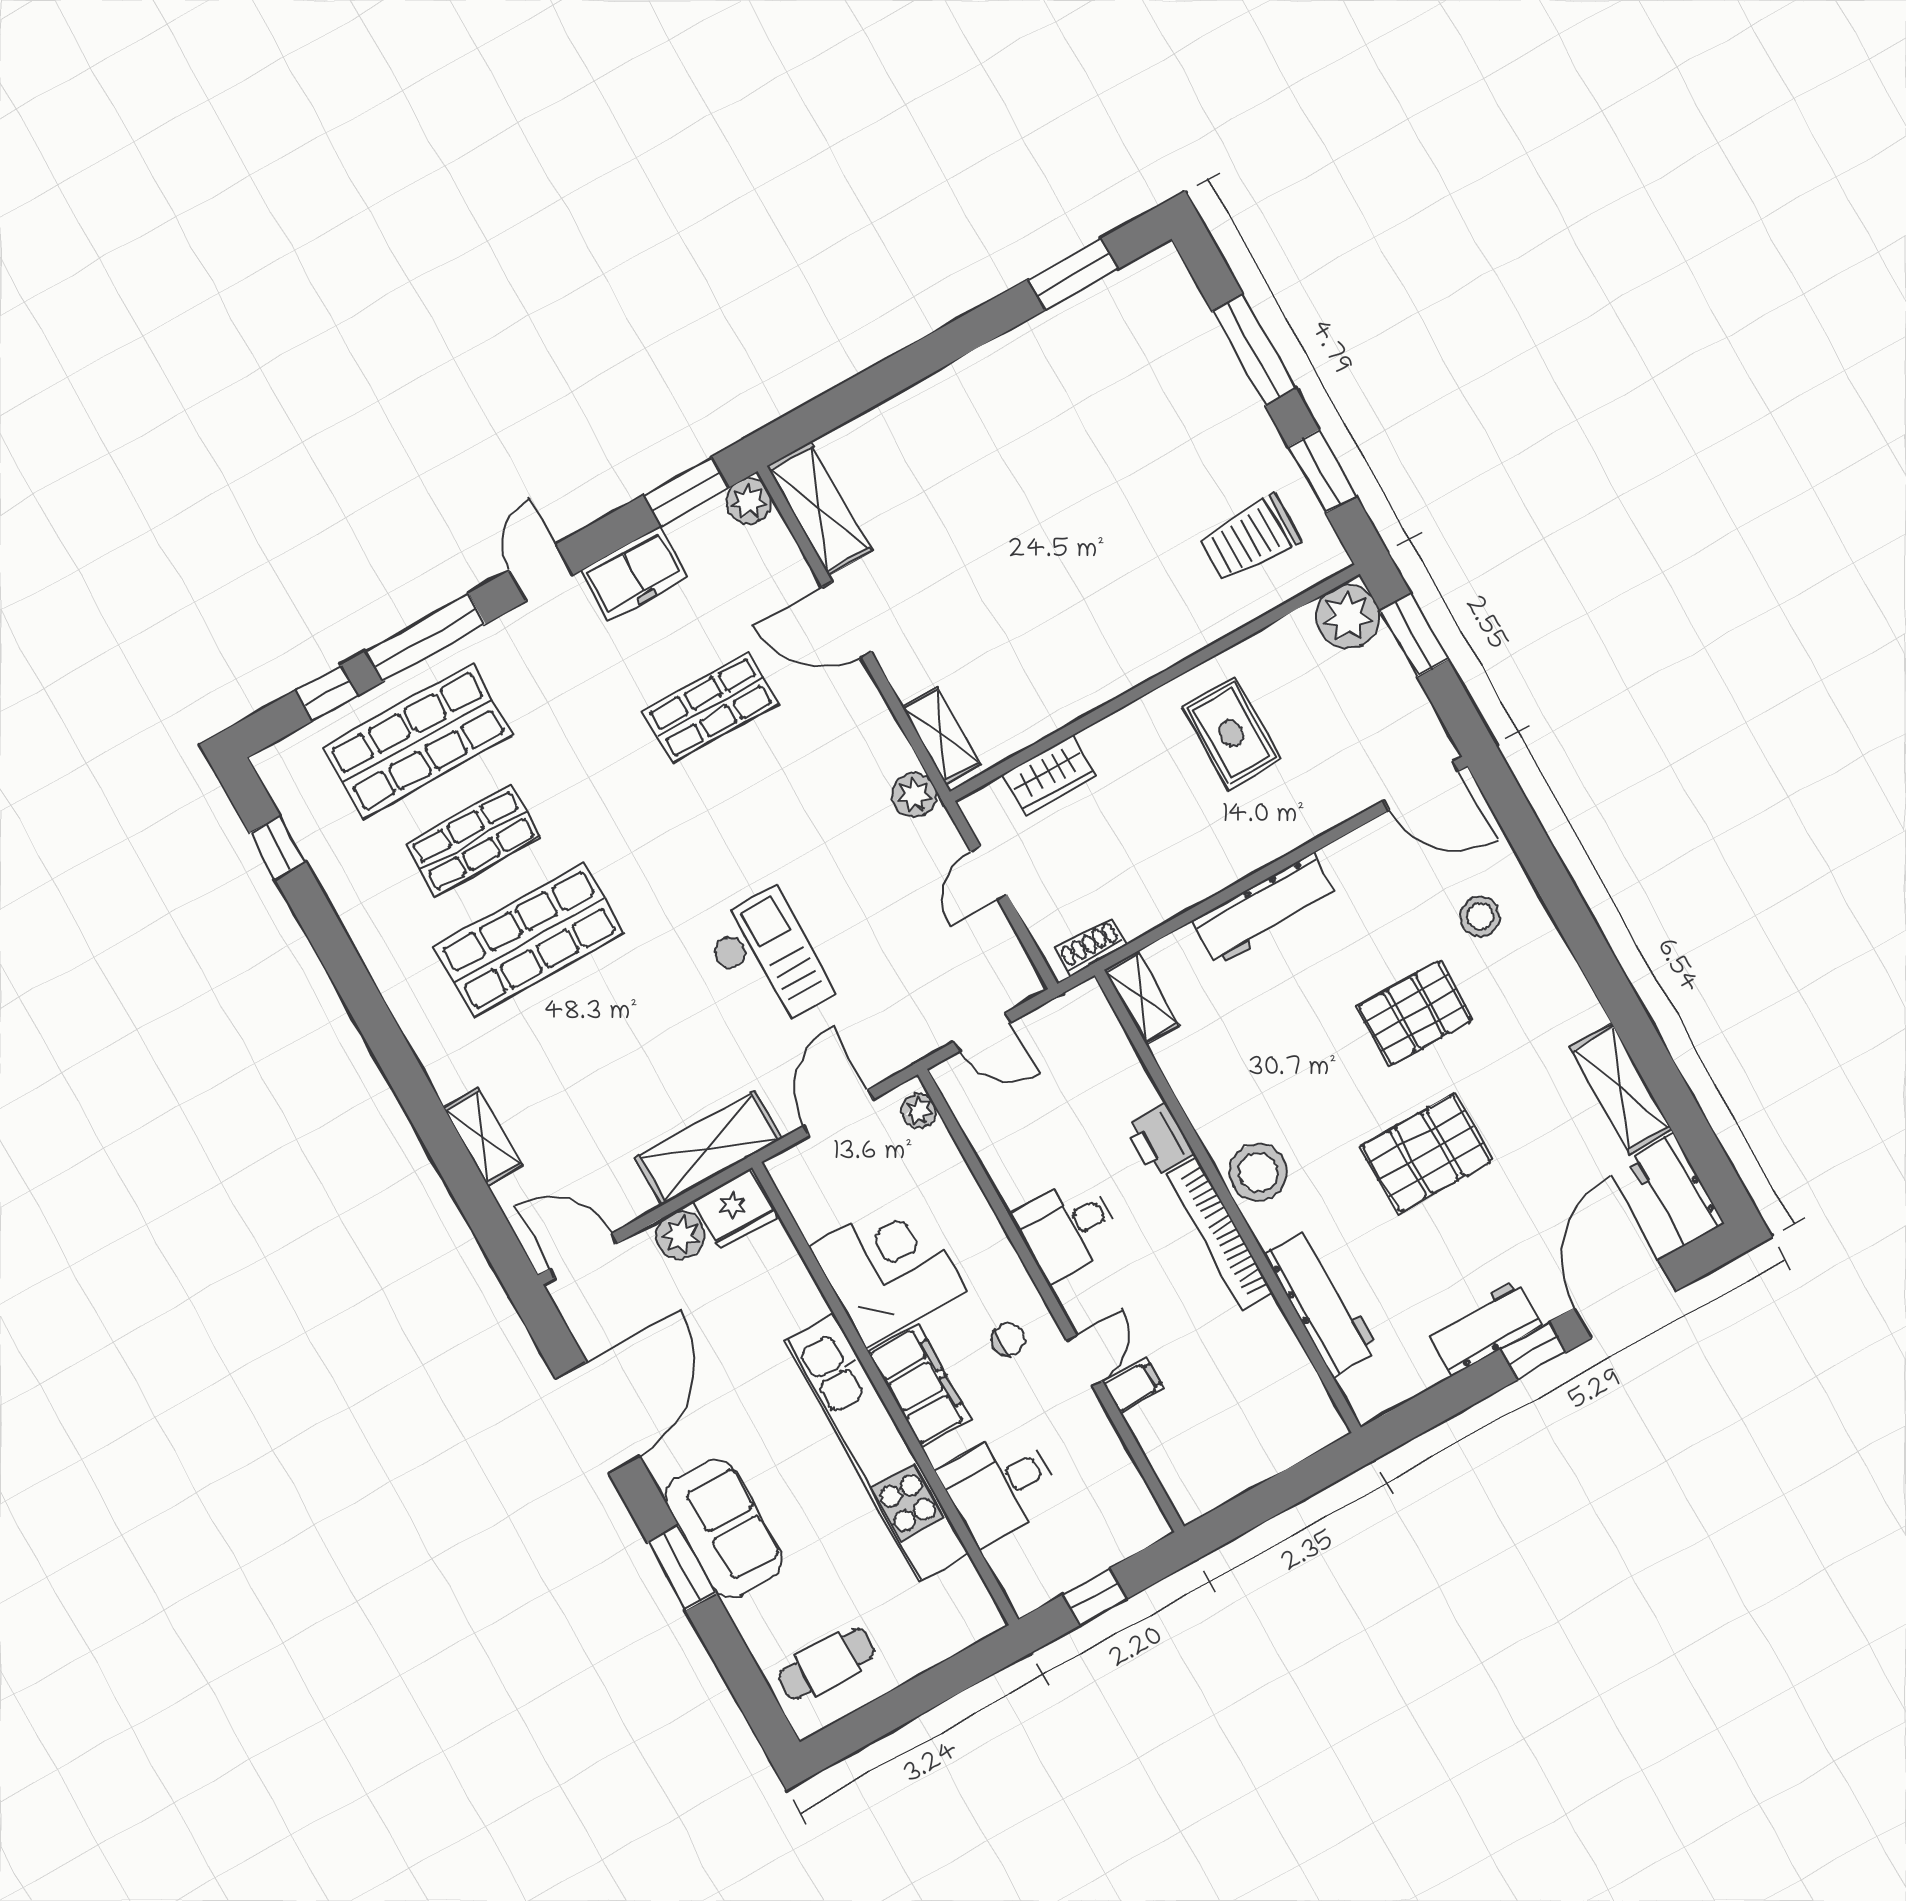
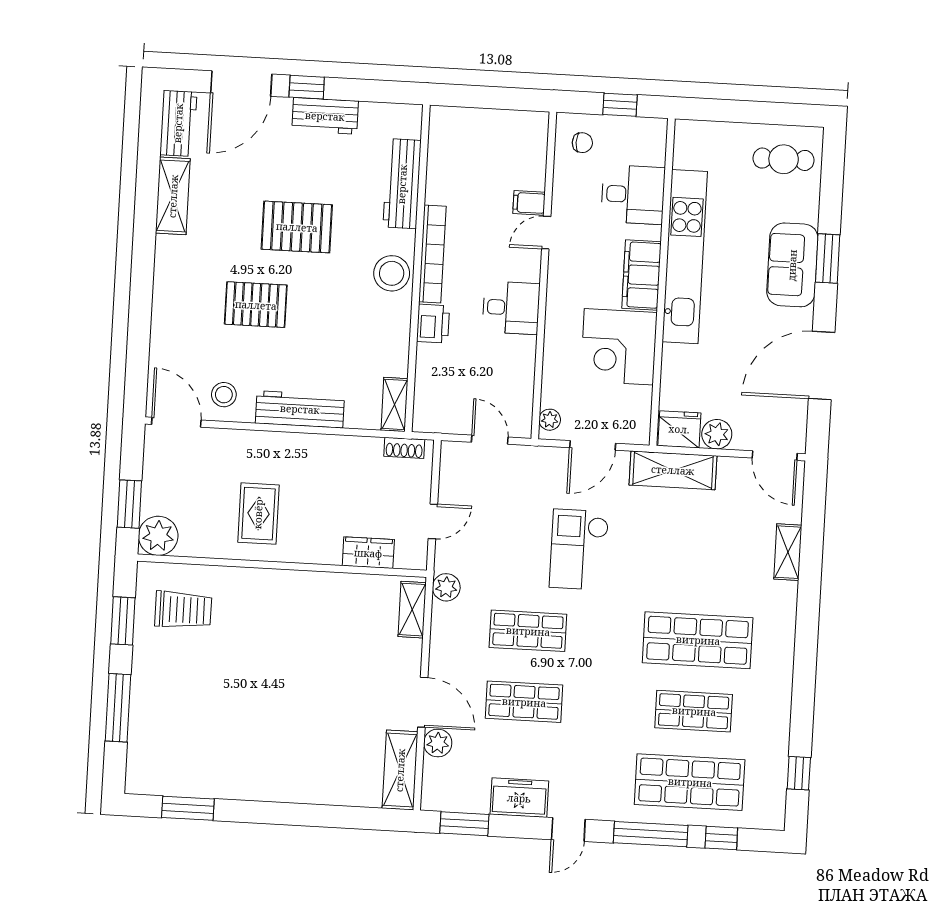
plant: (749, 502) -> (438, 743), moved
shop shelf: (766, 807) -> (528, 631), added
stool: (1480, 916) -> (224, 395), moved
chair: (1008, 1339) -> (582, 143), moved, turned 180

